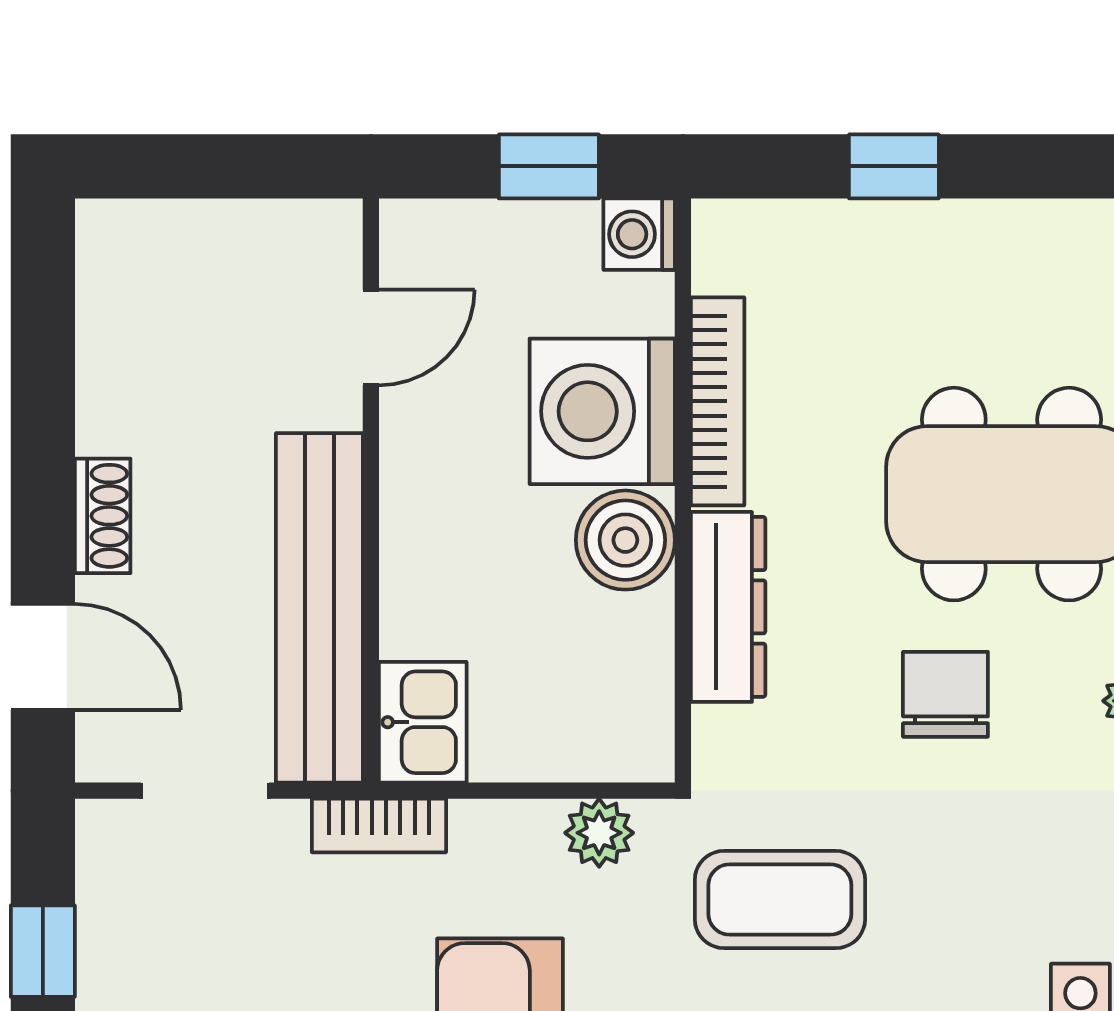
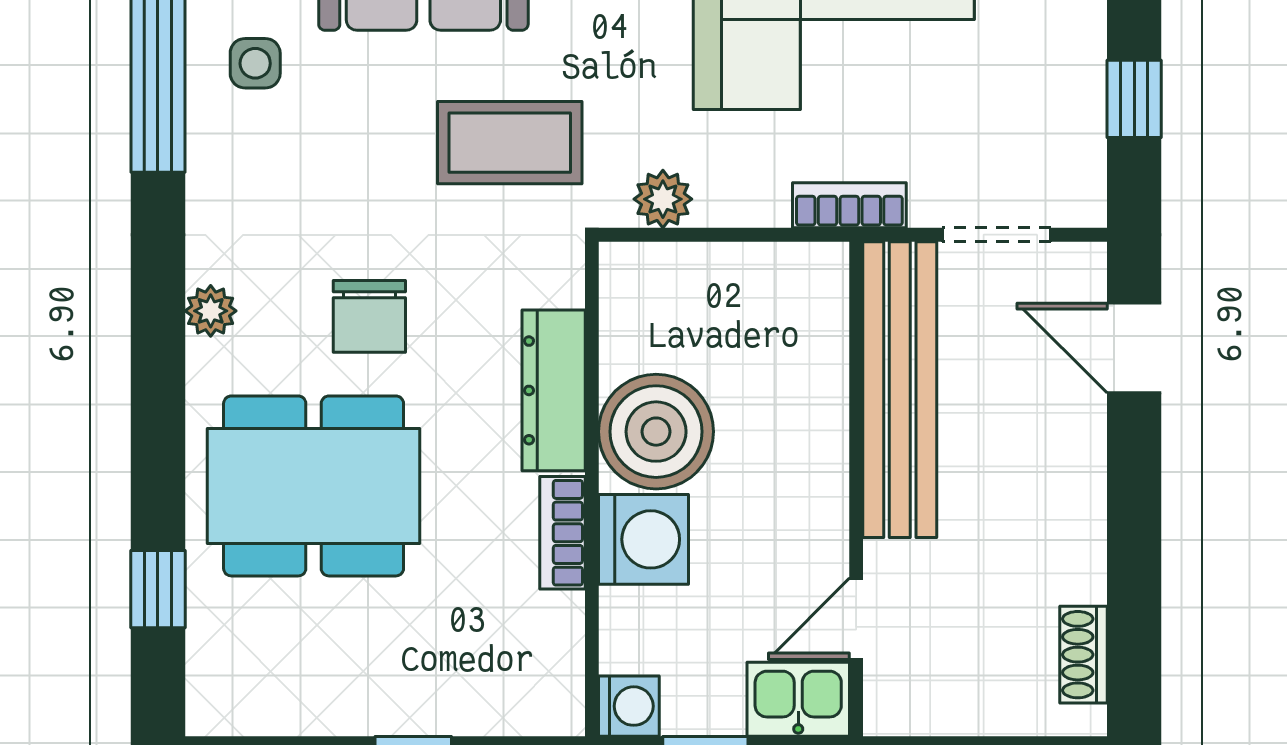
bookcase: (718, 401) -> (562, 533), width x0.64
washing machine: (602, 411) -> (644, 539), width x0.73, depth x0.73
shoe rack: (103, 516) -> (1083, 655), moved
boiler: (625, 540) -> (656, 432), width x1.37, depth x1.37
kitchen sink: (423, 722) -> (798, 699), moved, turned 90

